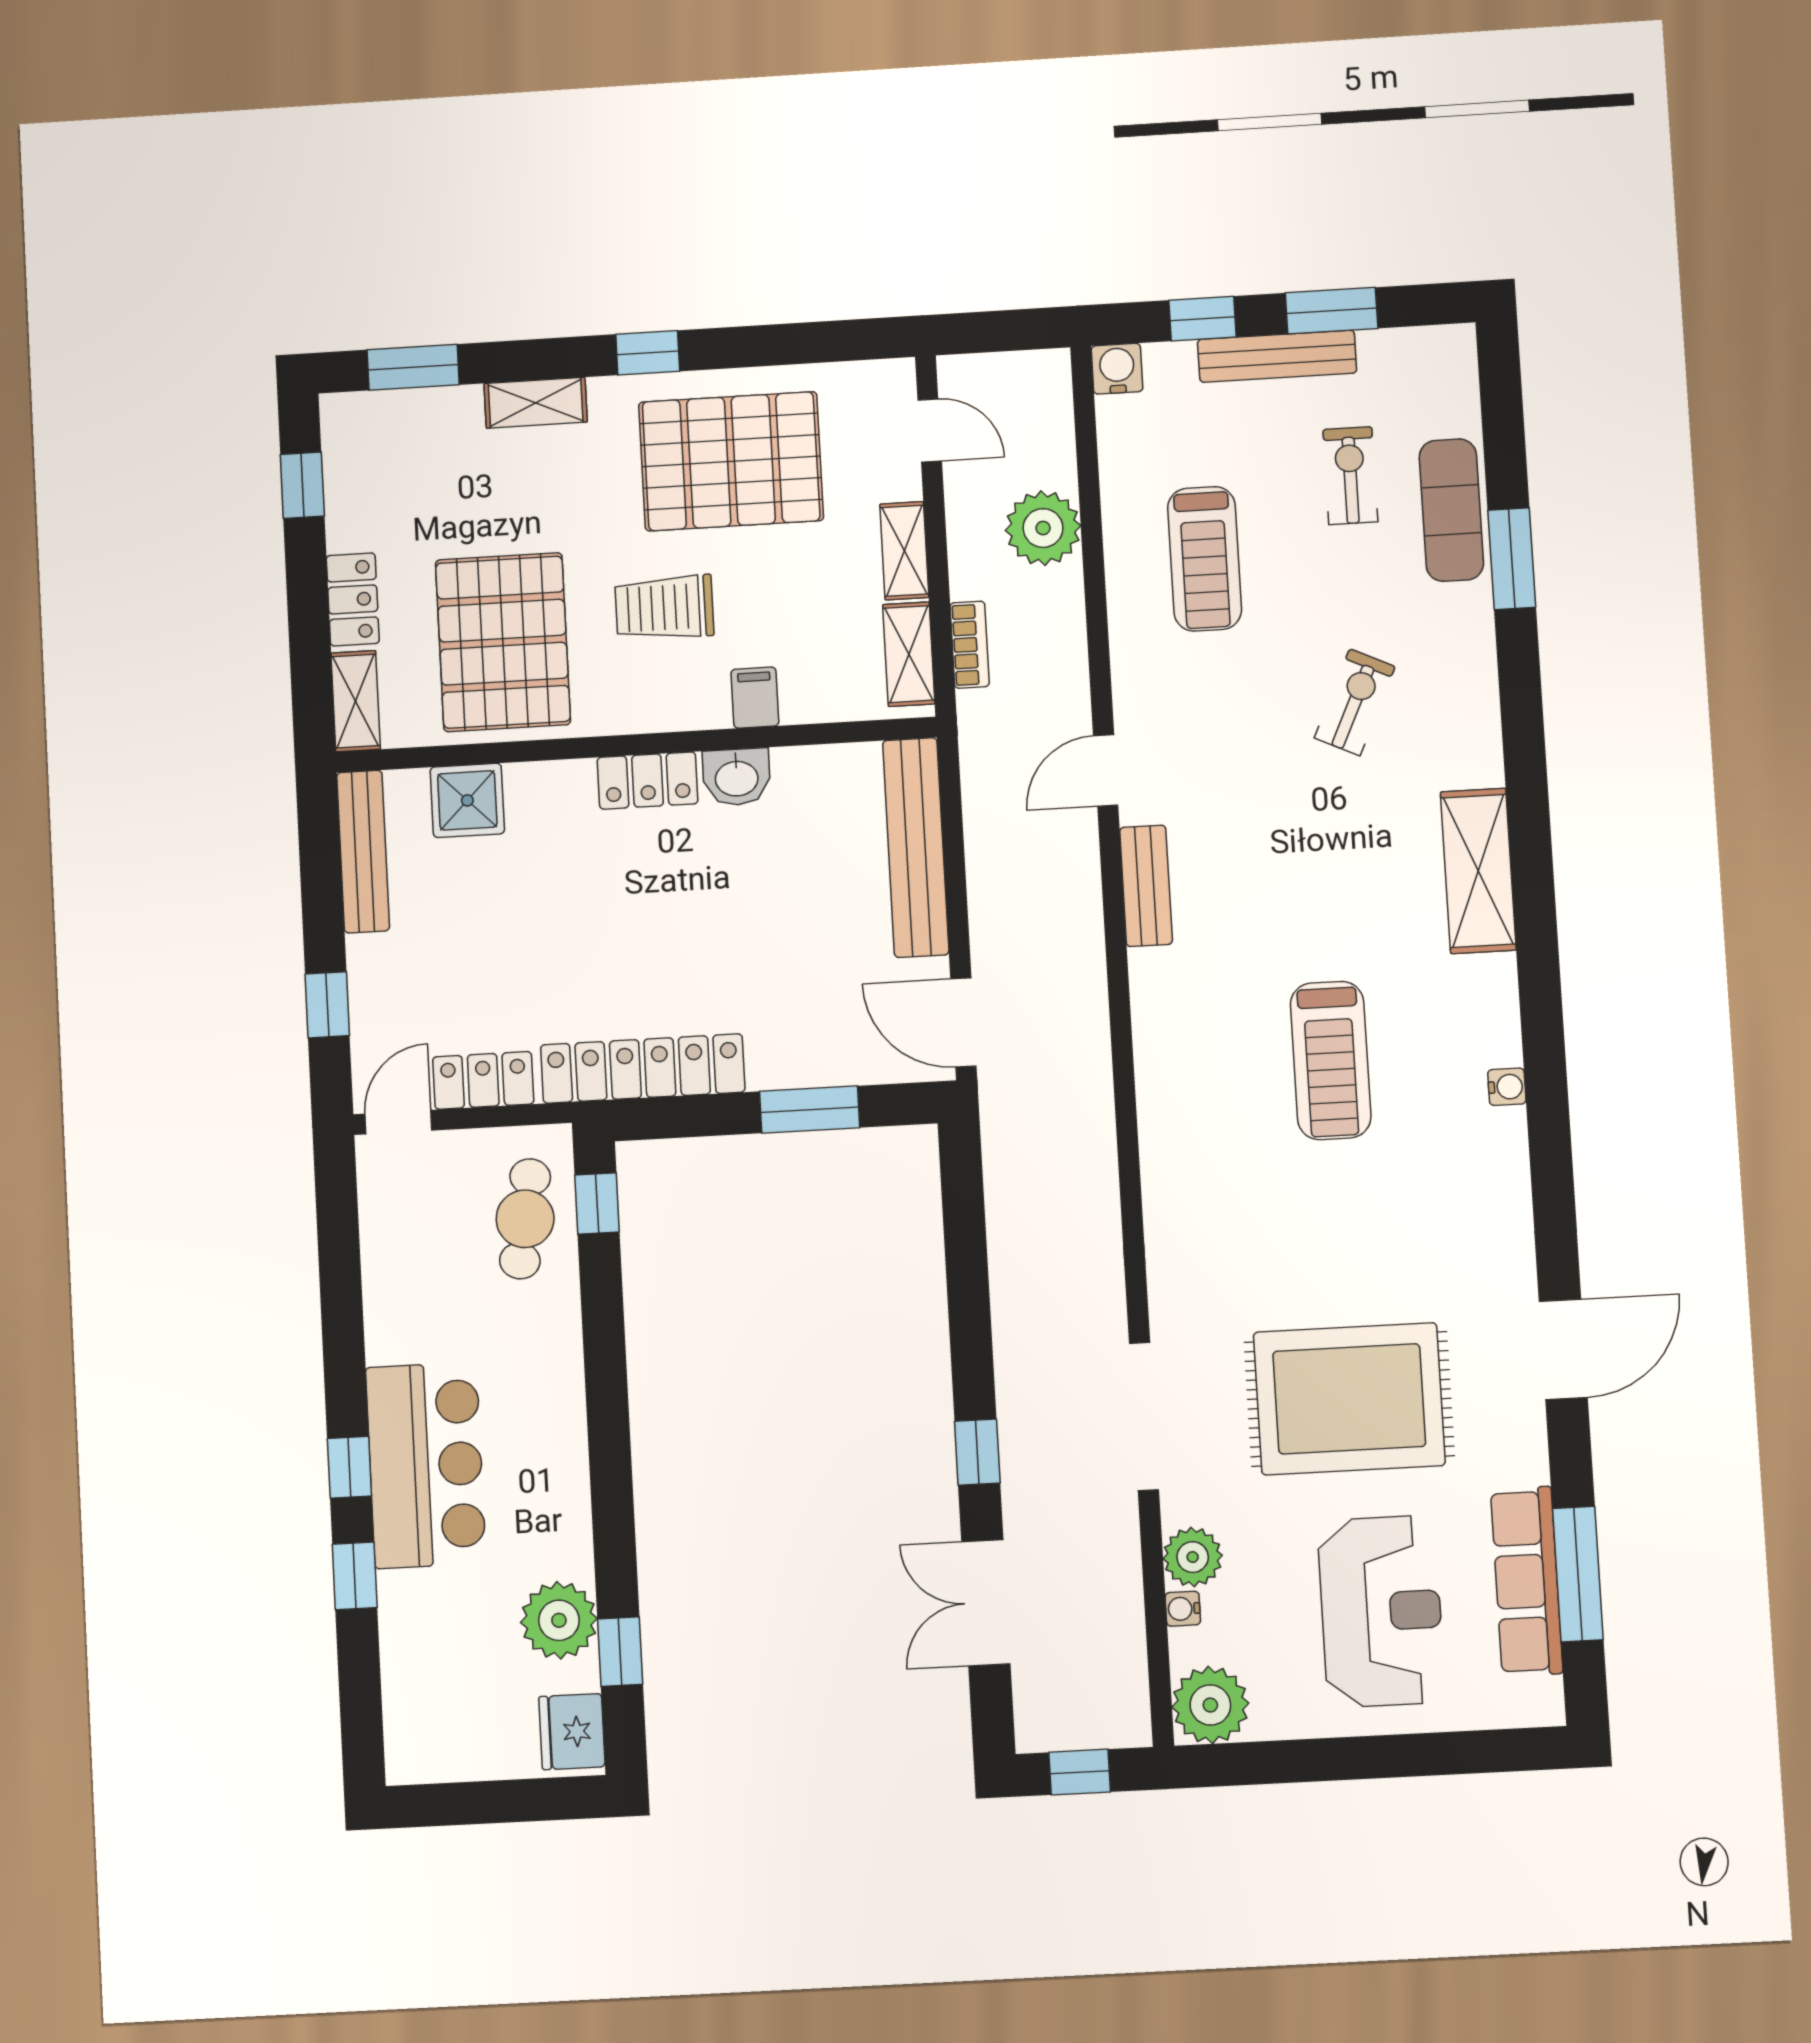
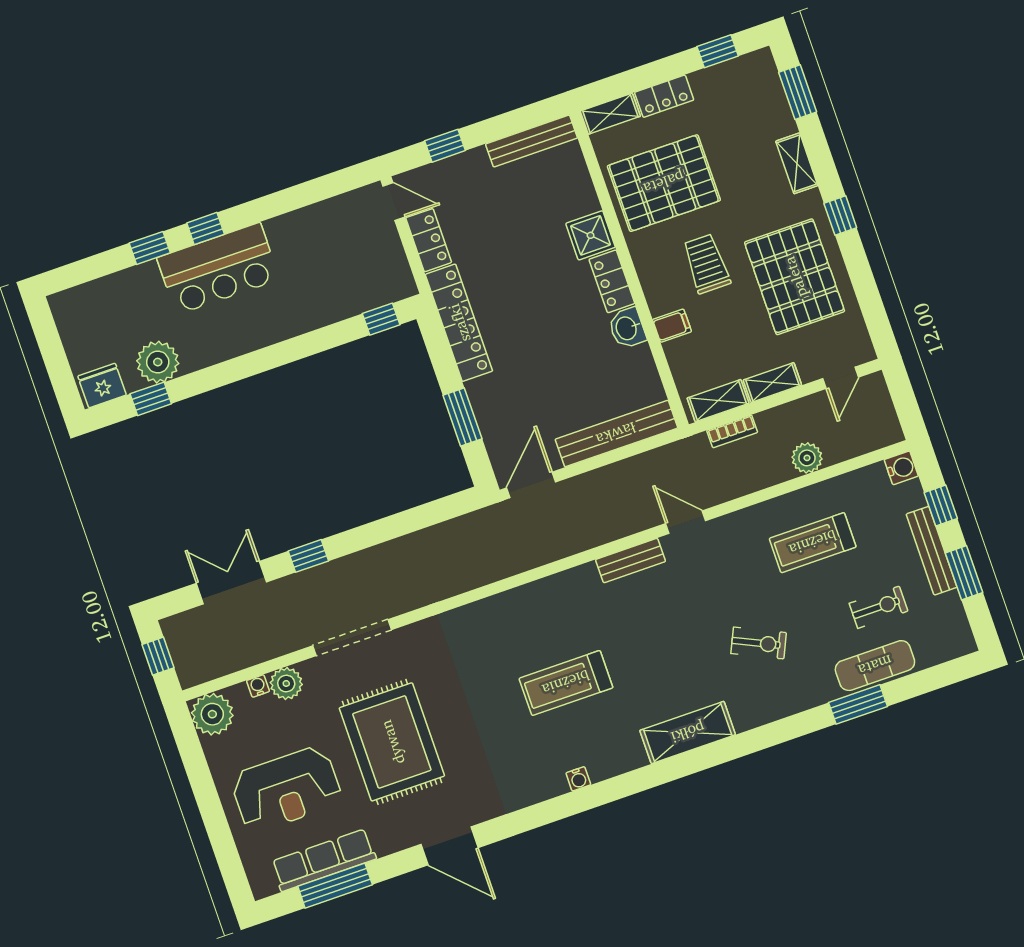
plant: (1043, 528) -> (807, 458), width x0.73, depth x0.73
shower: (467, 800) -> (591, 235), moved
cafe table: (525, 1219) -> (362, 283), removed

